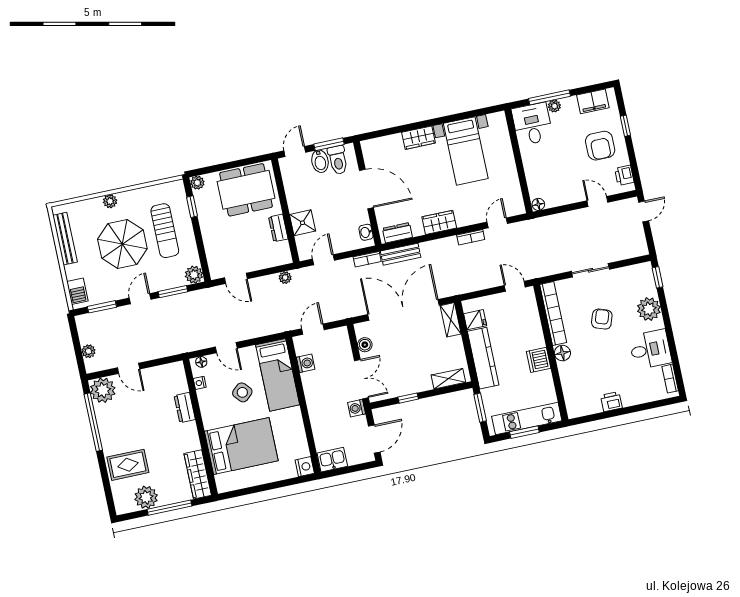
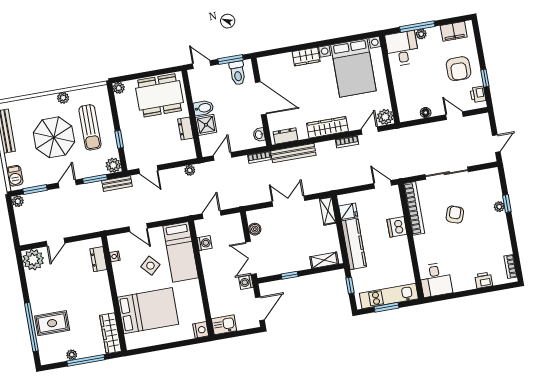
window: (625, 126) -> (485, 78), moved
door: (295, 151) -> (202, 65), hinge flipped
bed with nightstands: (466, 151) -> (353, 68), width x1.36
bidet: (320, 161) -> (203, 108), moved, turned -90
plant: (110, 201) -> (63, 98), moved
floor lamp: (538, 204) -> (426, 113), moved
plant: (515, 206) -> (385, 117), added
window: (192, 207) -> (119, 139), moved
door: (644, 211) -> (496, 143), moved
wardrobe: (439, 222) -> (327, 127), width x1.50
bench: (401, 254) -> (293, 153), width x1.36
sliding door: (590, 270) -> (447, 173), width x1.37
window: (658, 277) -> (507, 204), moved
bench: (199, 296) -> (117, 184), added
plant: (649, 309) -> (499, 207), width x0.53, depth x0.53
double door: (404, 310) -> (288, 201), width x0.54
desk: (650, 349) -> (436, 280), moved, turned 90
plant: (88, 351) -> (18, 201), moved
floor lamp: (562, 353) -> (421, 242), removed
dishwasher: (539, 360) -> (397, 227), moved
floor lamp: (201, 362) -> (117, 239), removed
door: (129, 368) -> (55, 242), hinge flipped
double door: (361, 379) -> (251, 258), swing flipped
printer: (611, 402) -> (484, 280), moved
dresser: (185, 408) -> (98, 259), moved
window: (480, 408) -> (350, 285), width x0.67
window: (93, 422) -> (31, 327), moved
plant: (146, 497) -> (72, 355), width x0.53, depth x0.53

